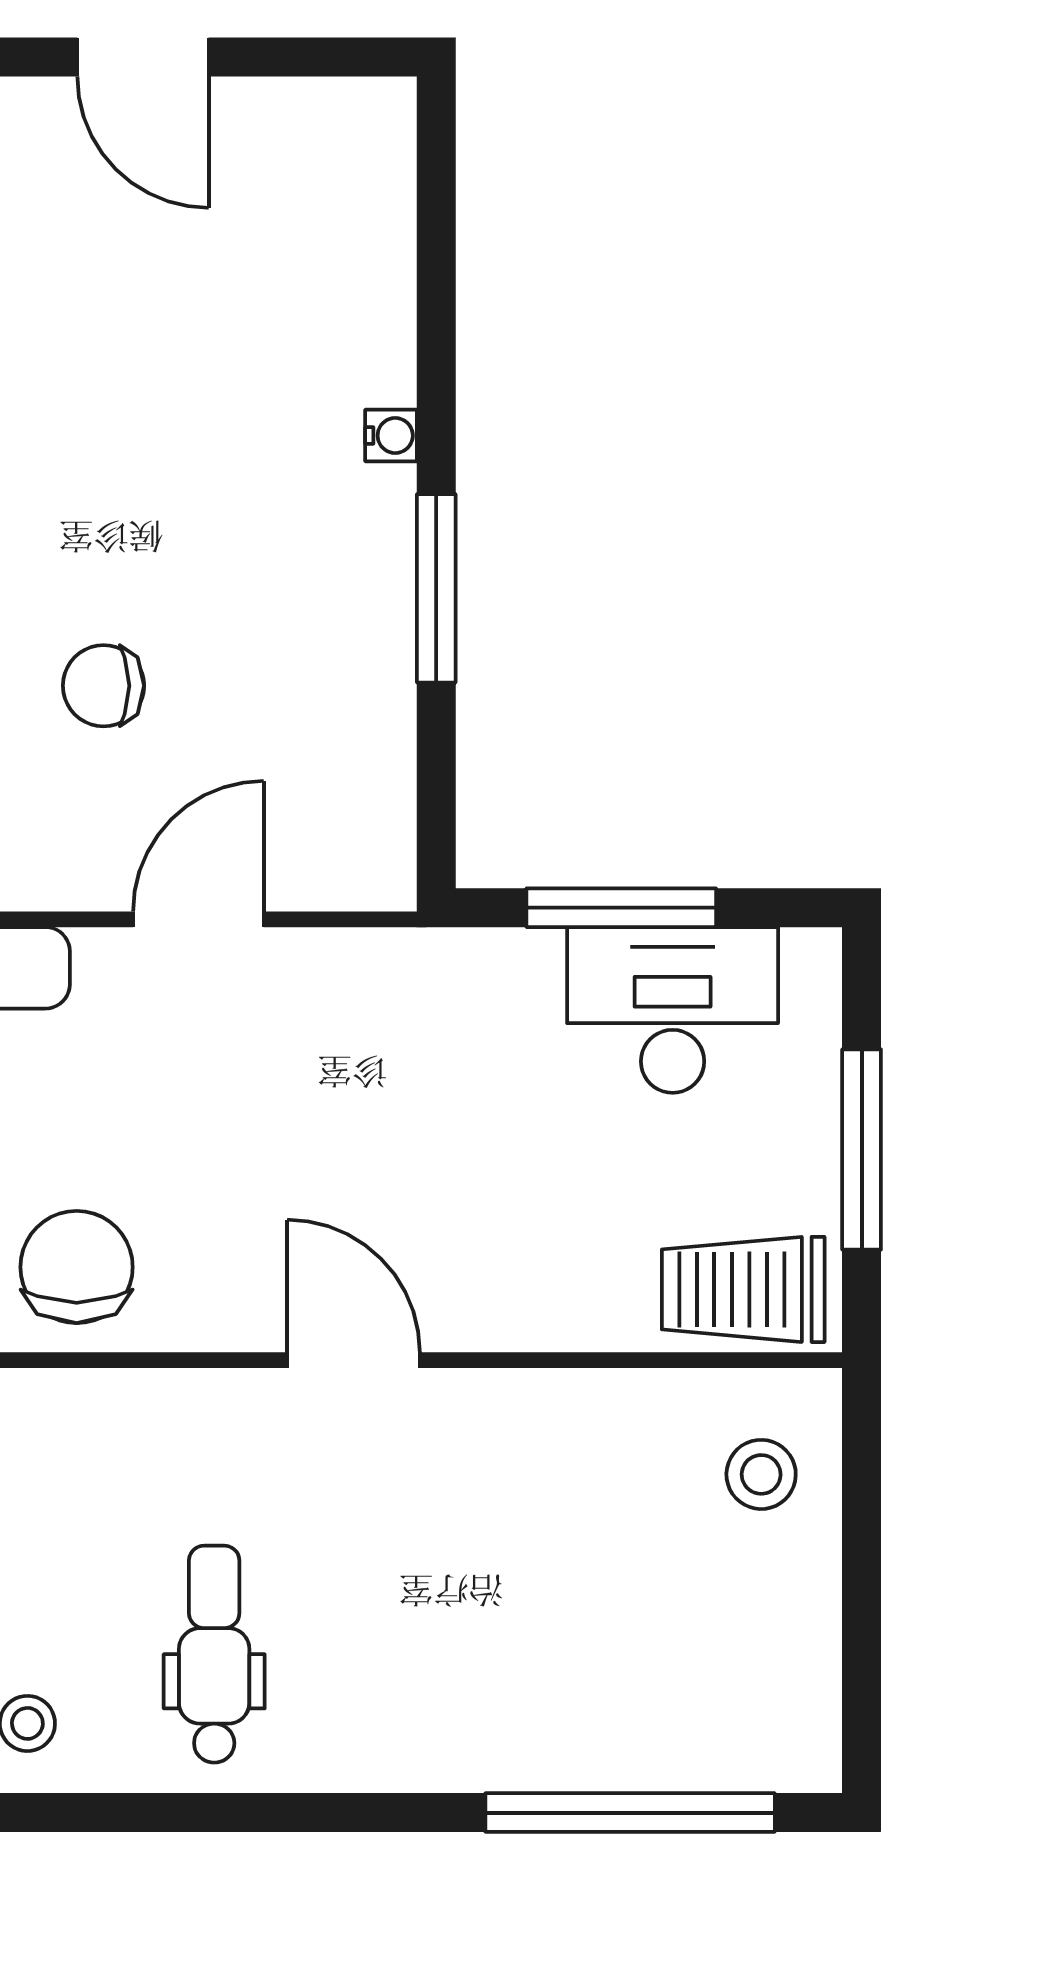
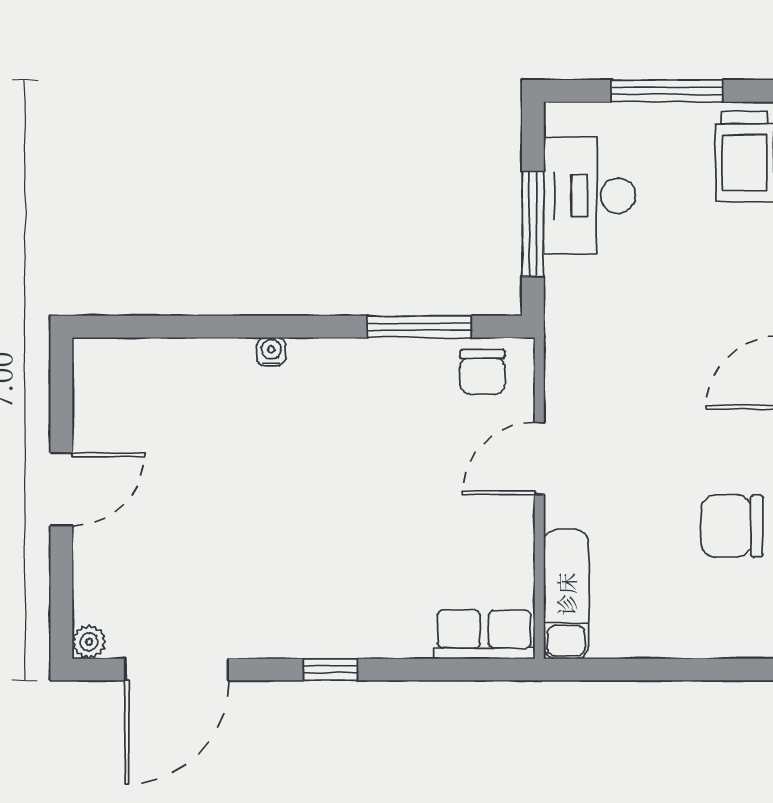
window: (436, 588) -> (419, 327), moved
chair: (103, 686) -> (482, 372), moved
door: (198, 919) -> (539, 458), hinge flipped

